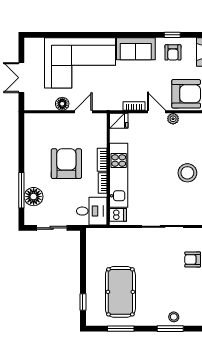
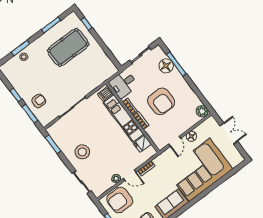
plant: (32, 121) -> (202, 111), added
fridge: (119, 121) -> (142, 144), moved
pool table: (120, 292) -> (68, 47), turned 90

